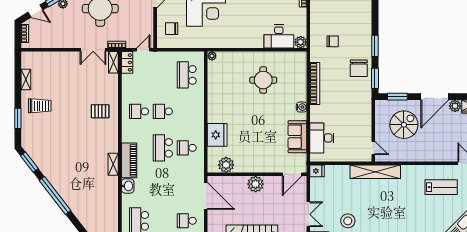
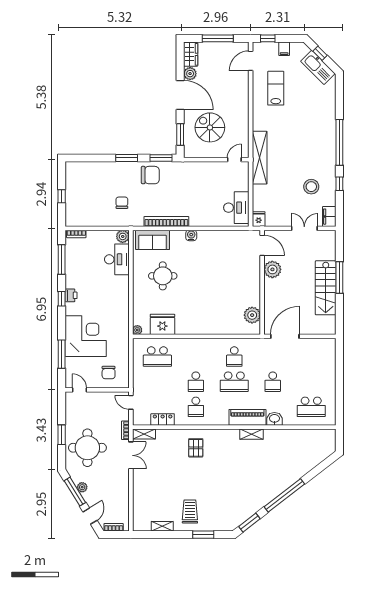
locker: (127, 62) -> (163, 419), moved
fridge: (217, 135) -> (162, 324), moved
sofa: (297, 137) -> (153, 240), moved
desk: (322, 138) -> (236, 208), moved, turned -90
plant: (256, 184) -> (272, 269), moved
school desk: (187, 221) -> (273, 382), moved

